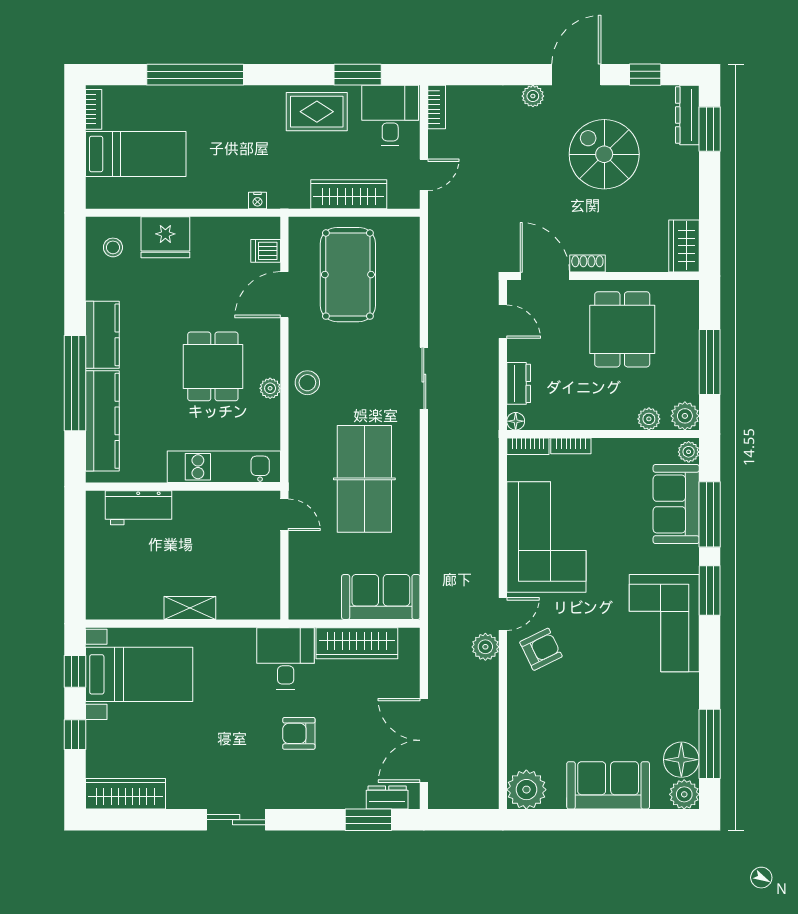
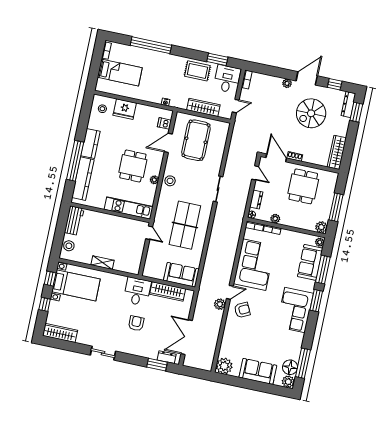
spiral stairs: (604, 154) -> (311, 113), turned -90
wardrobe: (684, 246) -> (337, 152), width x1.50
plant: (649, 419) -> (275, 219), moved
workbench: (138, 508) -> (74, 221), moved, turned -90
stool: (103, 585) -> (69, 246), added
armchair: (299, 733) -> (136, 323), turned 90

